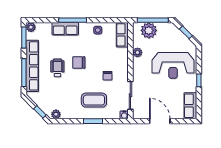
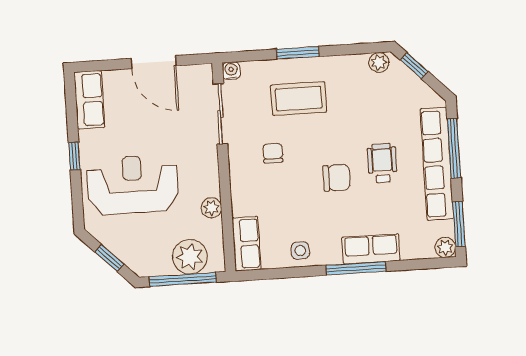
wheelchair: (57, 68) -> (382, 163), turned 180

